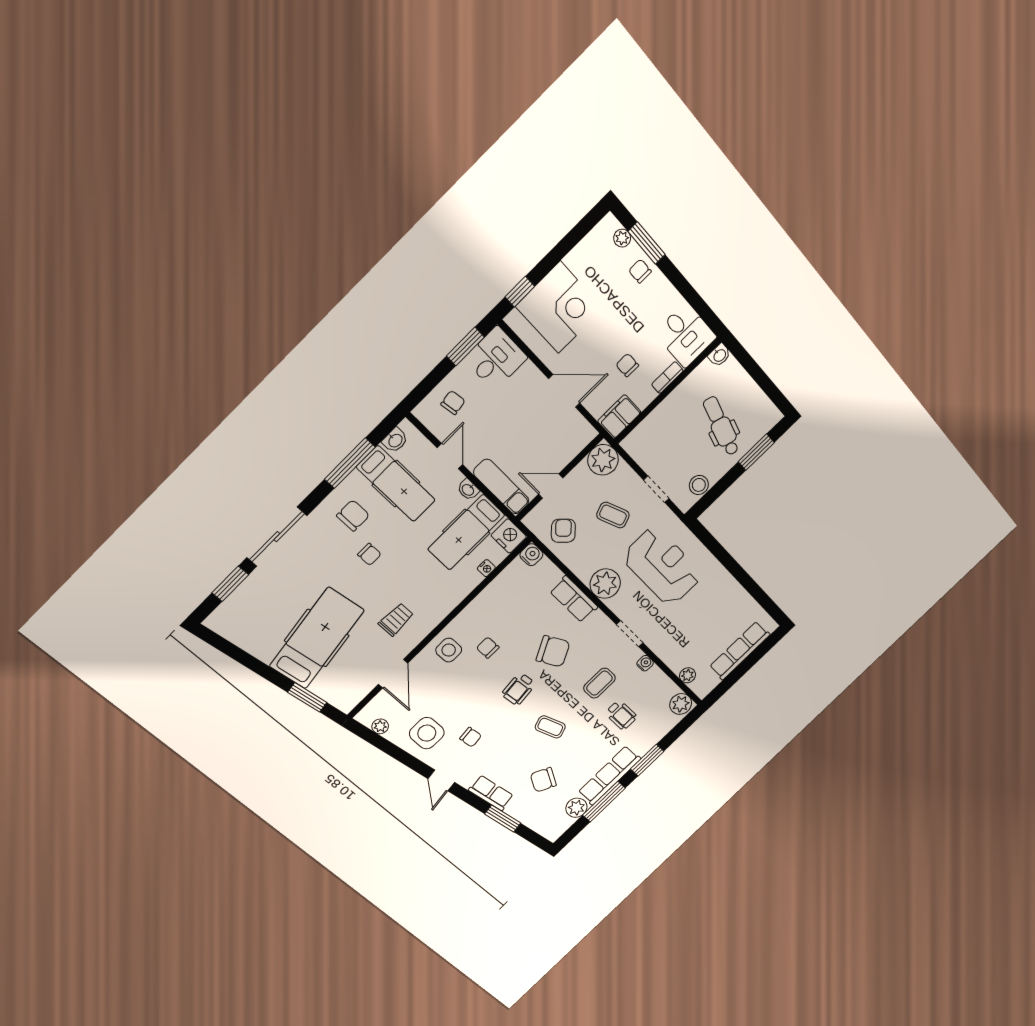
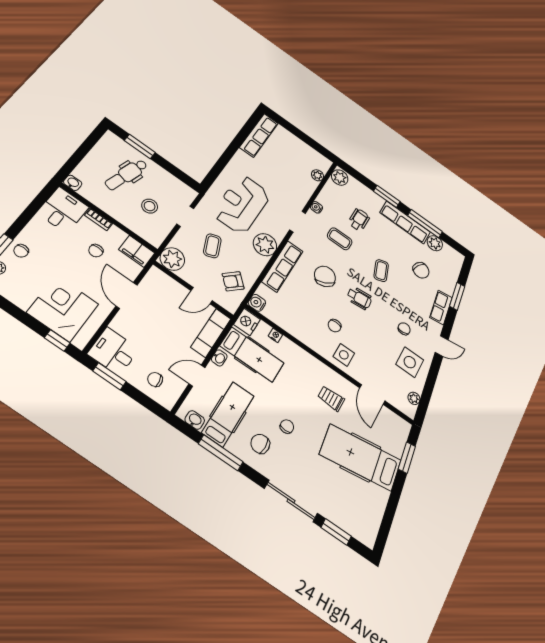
stool: (699, 485) -> (150, 206), moved
door: (551, 486) -> (202, 296), hinge flipped
row of seats: (574, 599) -> (282, 266), width x1.48
row of seats: (740, 651) -> (259, 135), moved, turned -90
door: (393, 674) -> (372, 394), swing flipped

